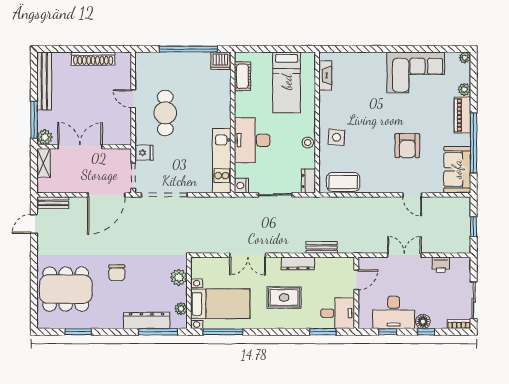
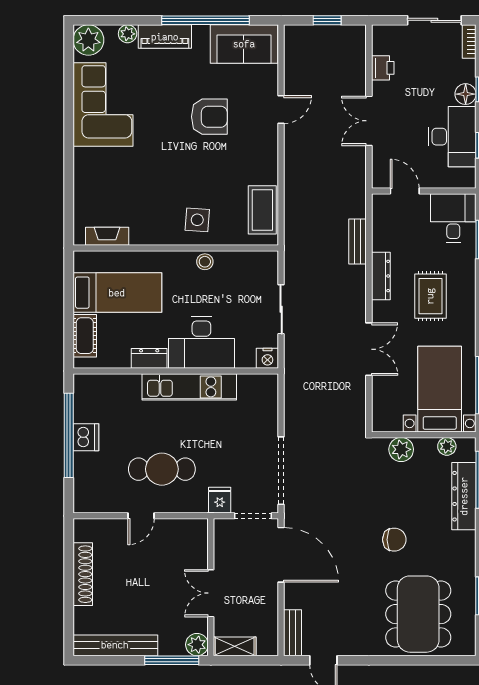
plant: (465, 58) -> (88, 40), width x1.88, depth x1.88
dishwasher: (220, 61) -> (86, 437), moved
cot: (242, 76) -> (85, 336), moved, turned 90
double door: (80, 147) -> (211, 593), width x0.73
kitchen unit: (222, 161) -> (189, 387), moved
dresser: (308, 181) -> (149, 358), moved, turned 180

